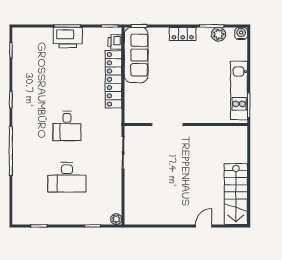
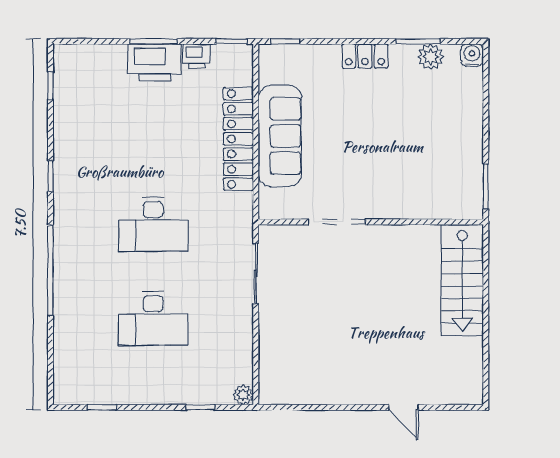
printer: (115, 42) -> (197, 56), moved, turned -90
sofa: (136, 55) -> (280, 136), moved
kitchen unit: (239, 90) -> (468, 159), removed
desk: (67, 126) -> (153, 224), width x1.37
stairs: (236, 194) -> (462, 280), moved
door: (204, 226) -> (403, 407), swing flipped

